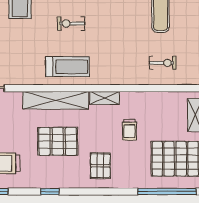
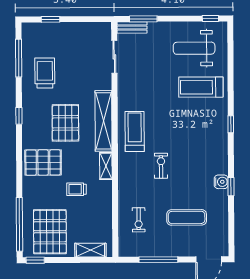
exercise bike: (71, 23) -> (161, 166), moved
treadmill: (67, 67) -> (135, 131), turned 180
pallet: (100, 166) -> (43, 162), width x1.50, depth x1.42

